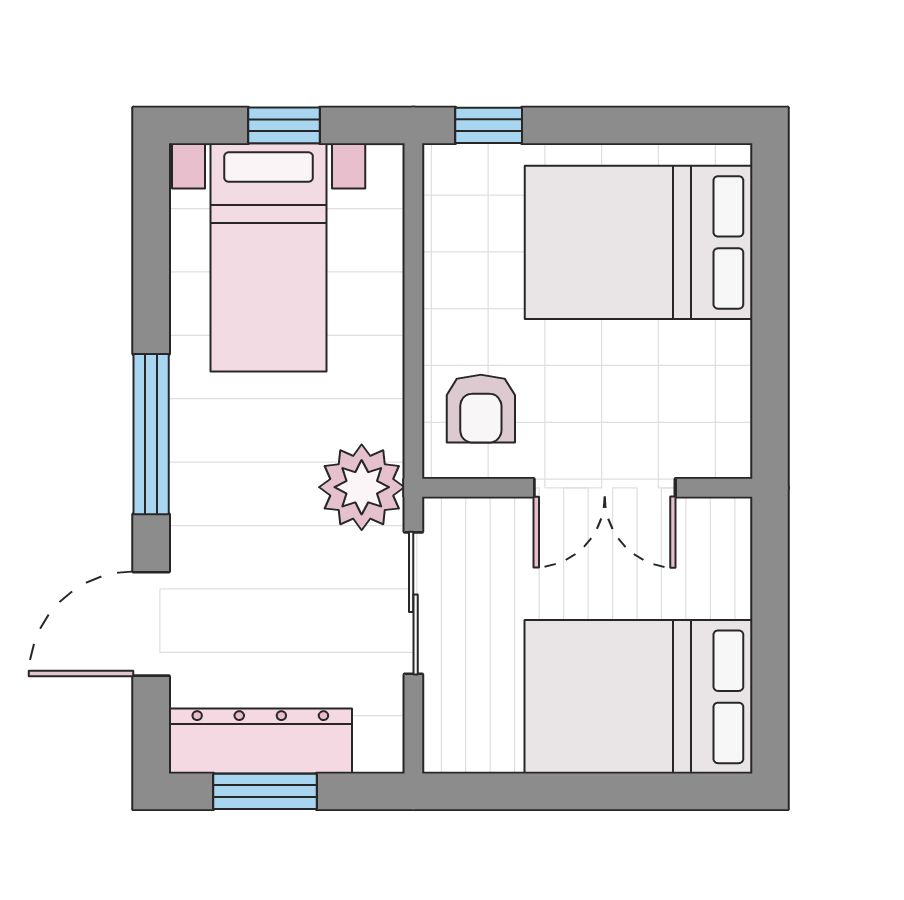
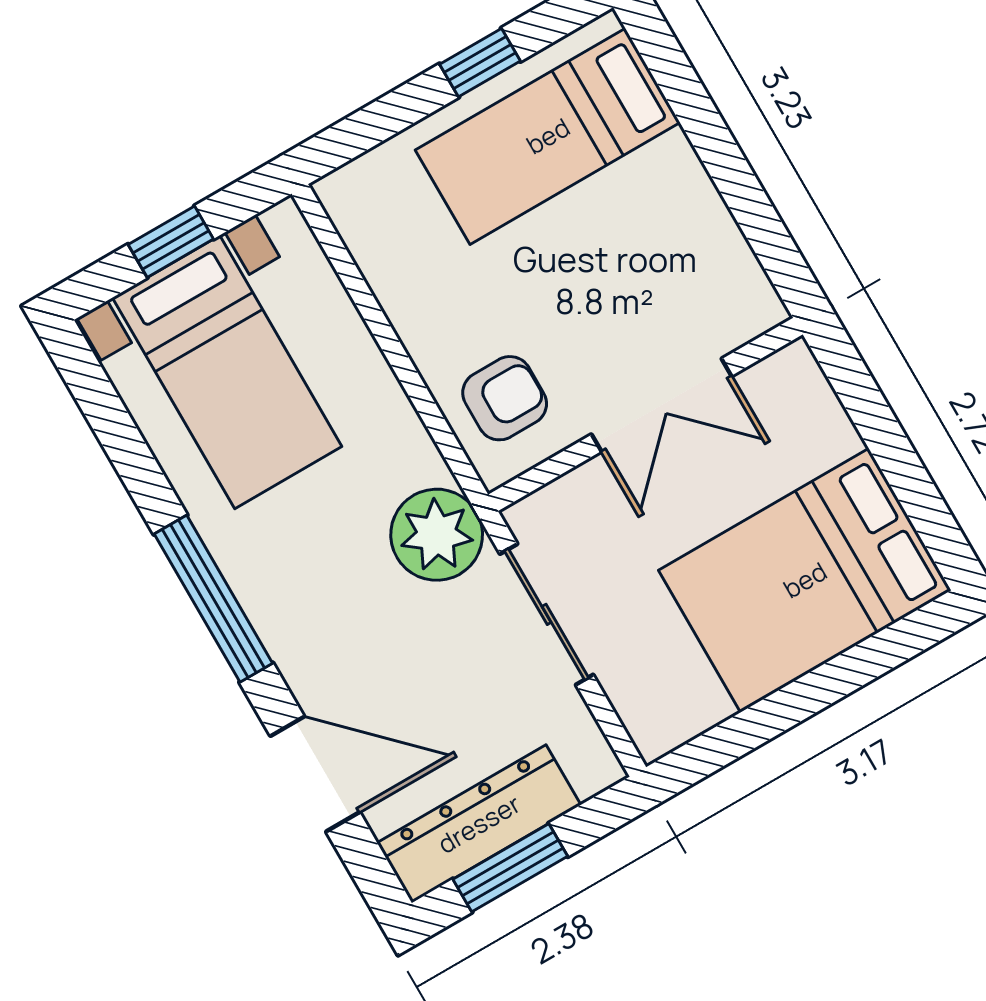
window: (489, 125) -> (480, 63), moved
bed: (639, 242) -> (548, 136), width x0.67
armchair: (481, 409) -> (505, 398), turned -90
door: (151, 624) -> (315, 774), swing flipped

